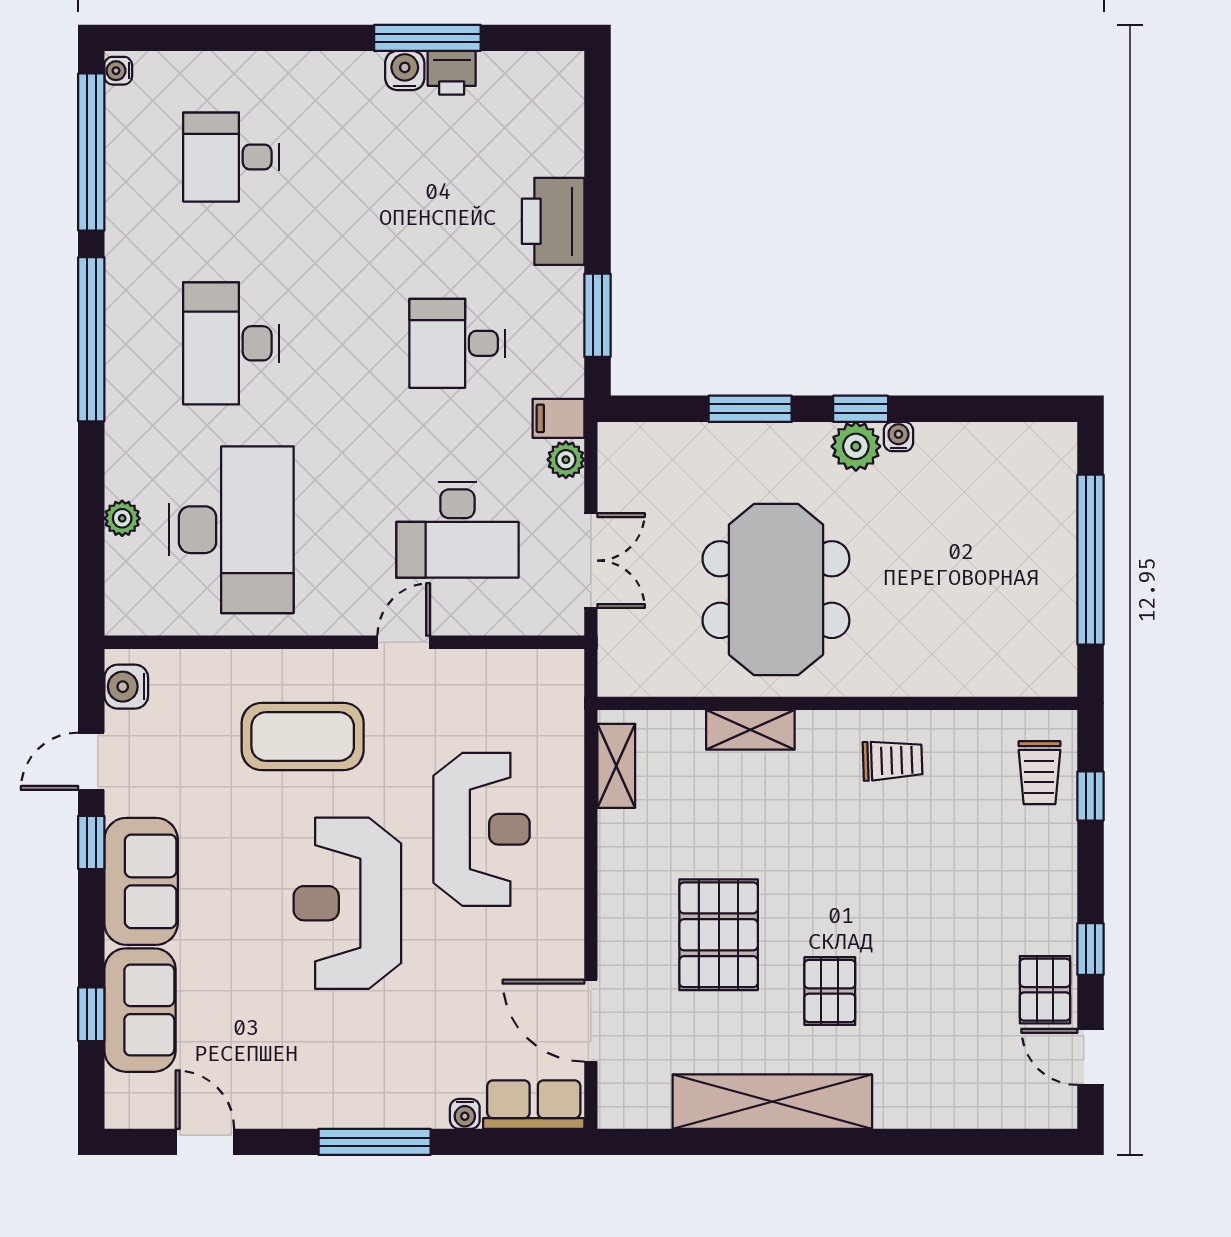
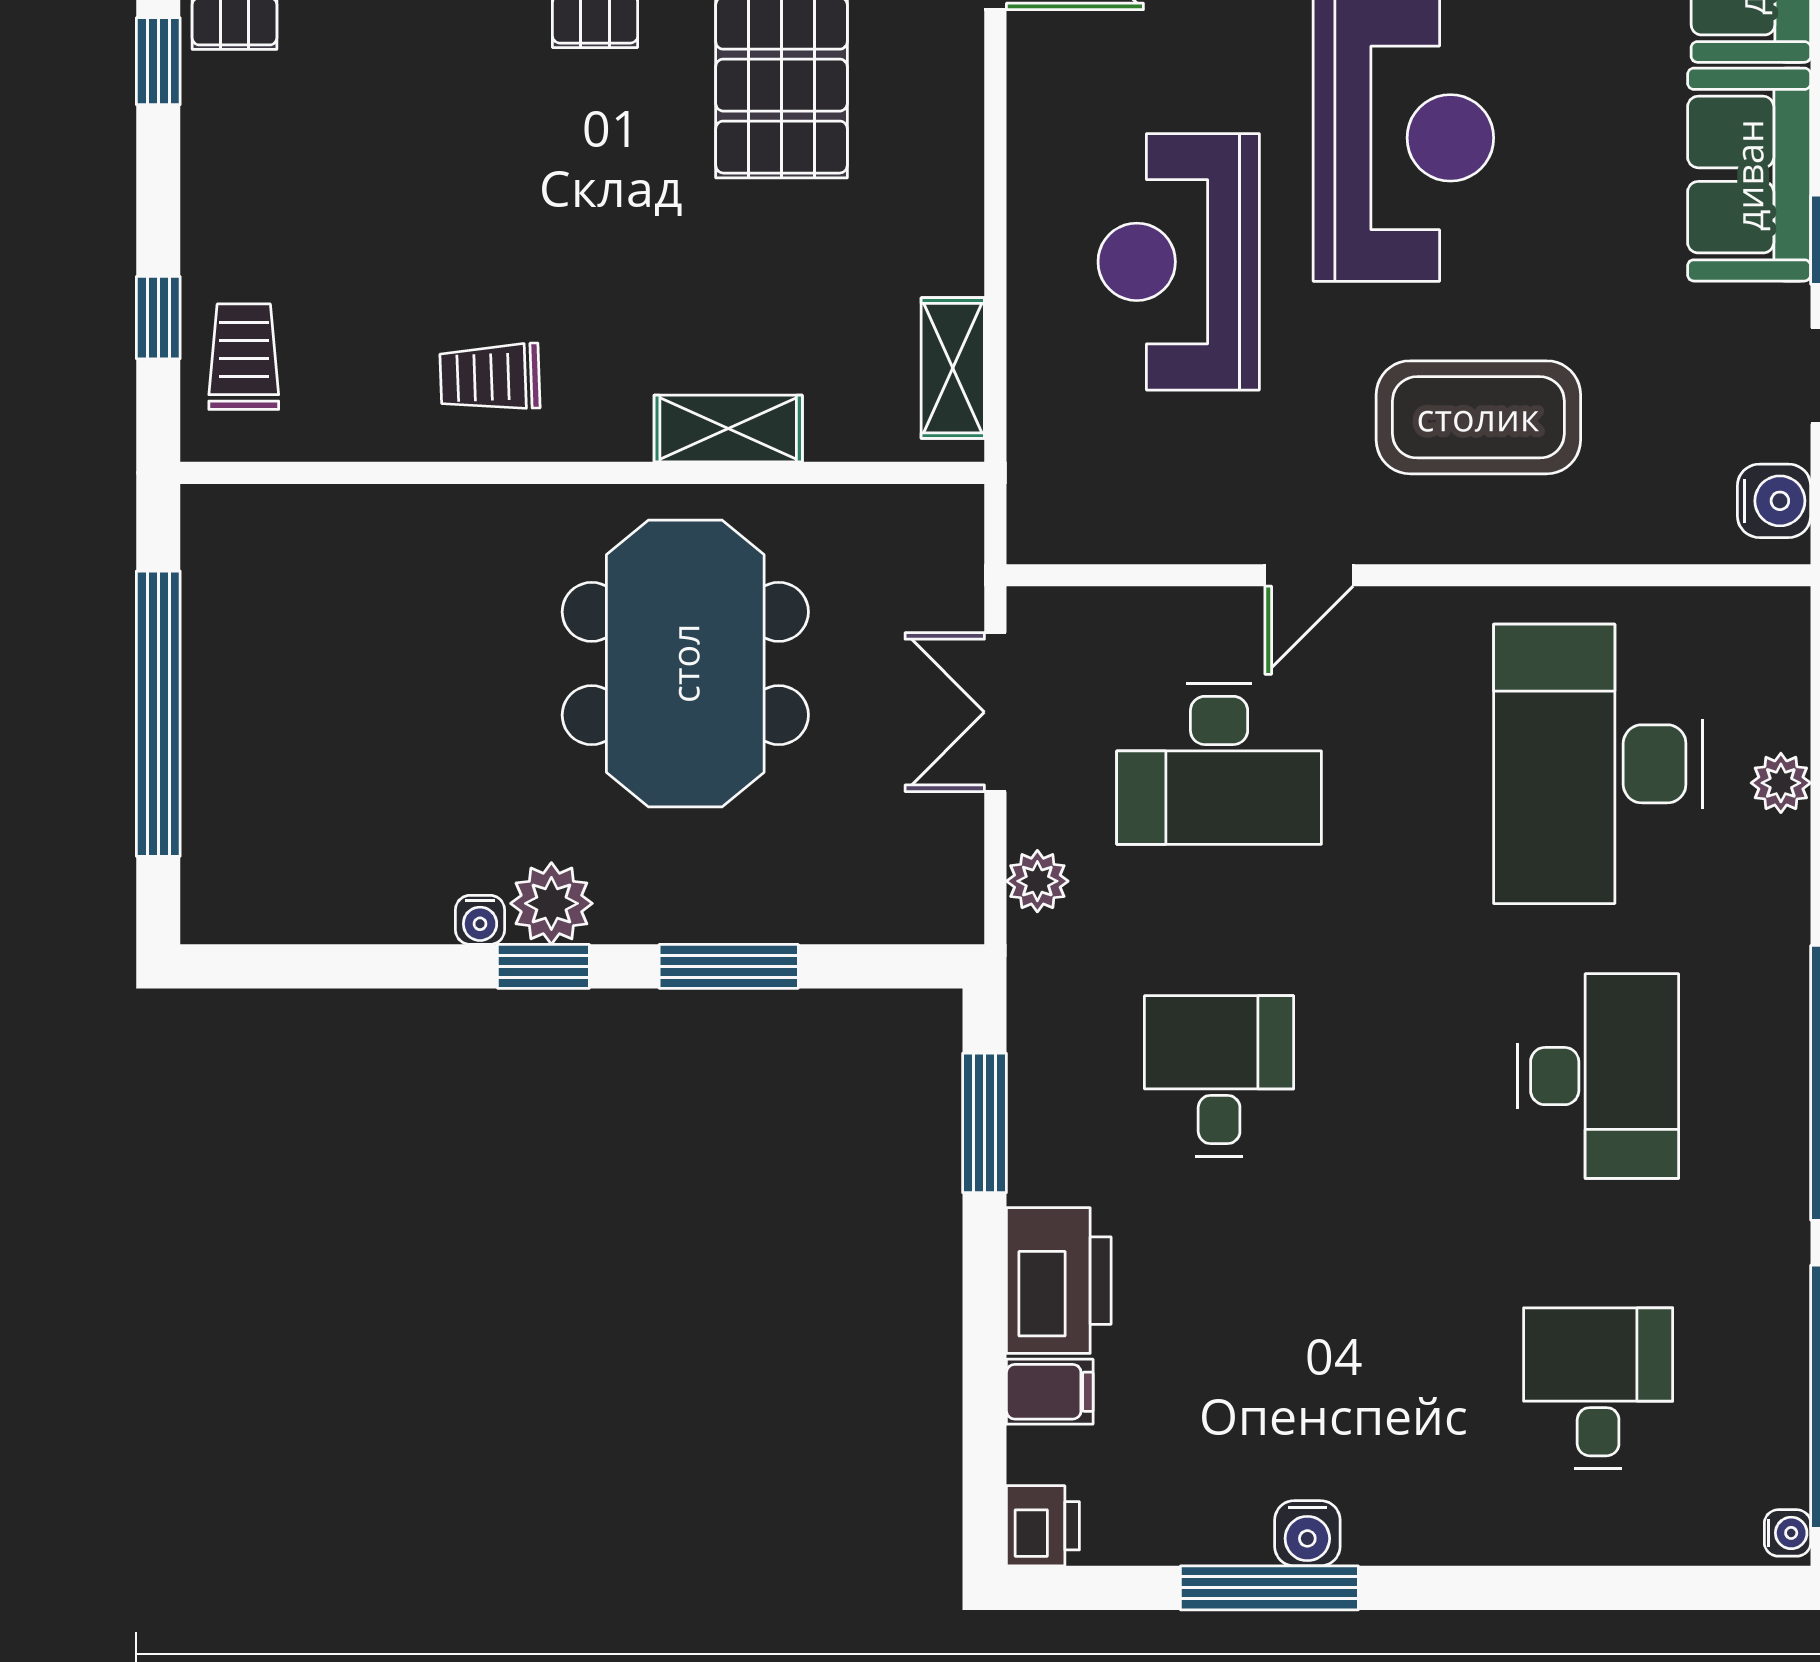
printer: (452, 73) -> (1043, 1526), moved, turned 90
desk: (231, 157) -> (1598, 1388), turned -90
desk: (457, 343) -> (1219, 1076), turned -90
filing cabinet: (558, 418) -> (1050, 1392), moved
desk: (457, 530) -> (1219, 764), turned 180

